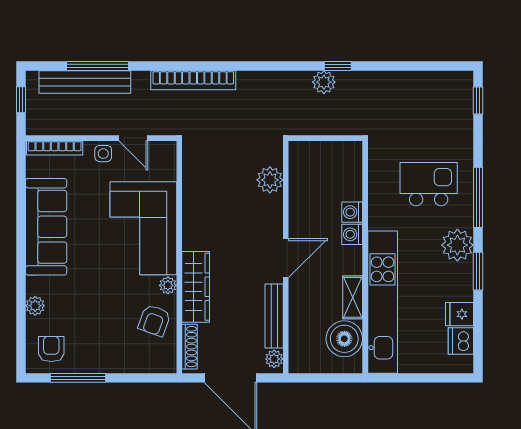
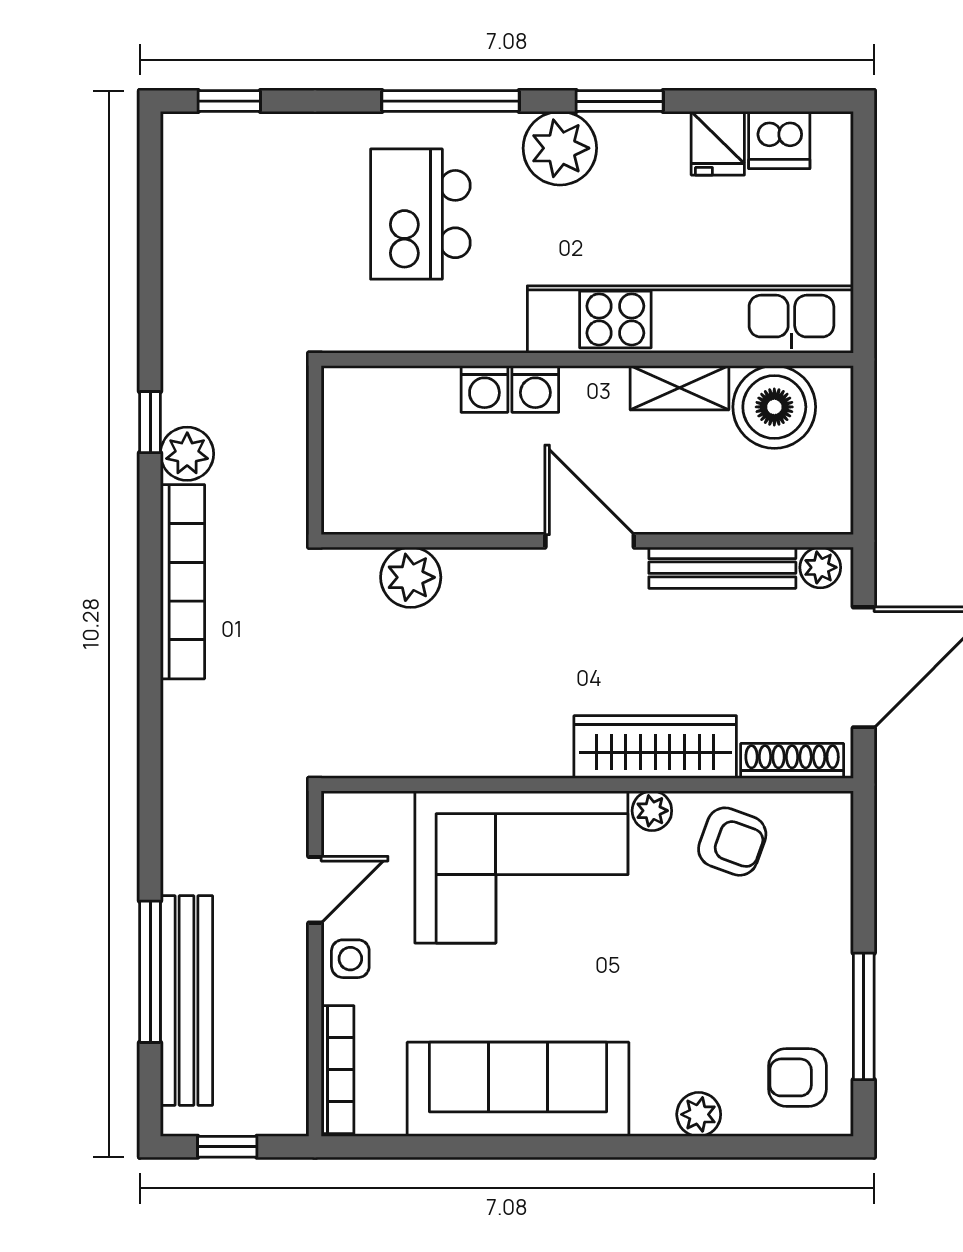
bookcase: (193, 80) -> (182, 582), moved

